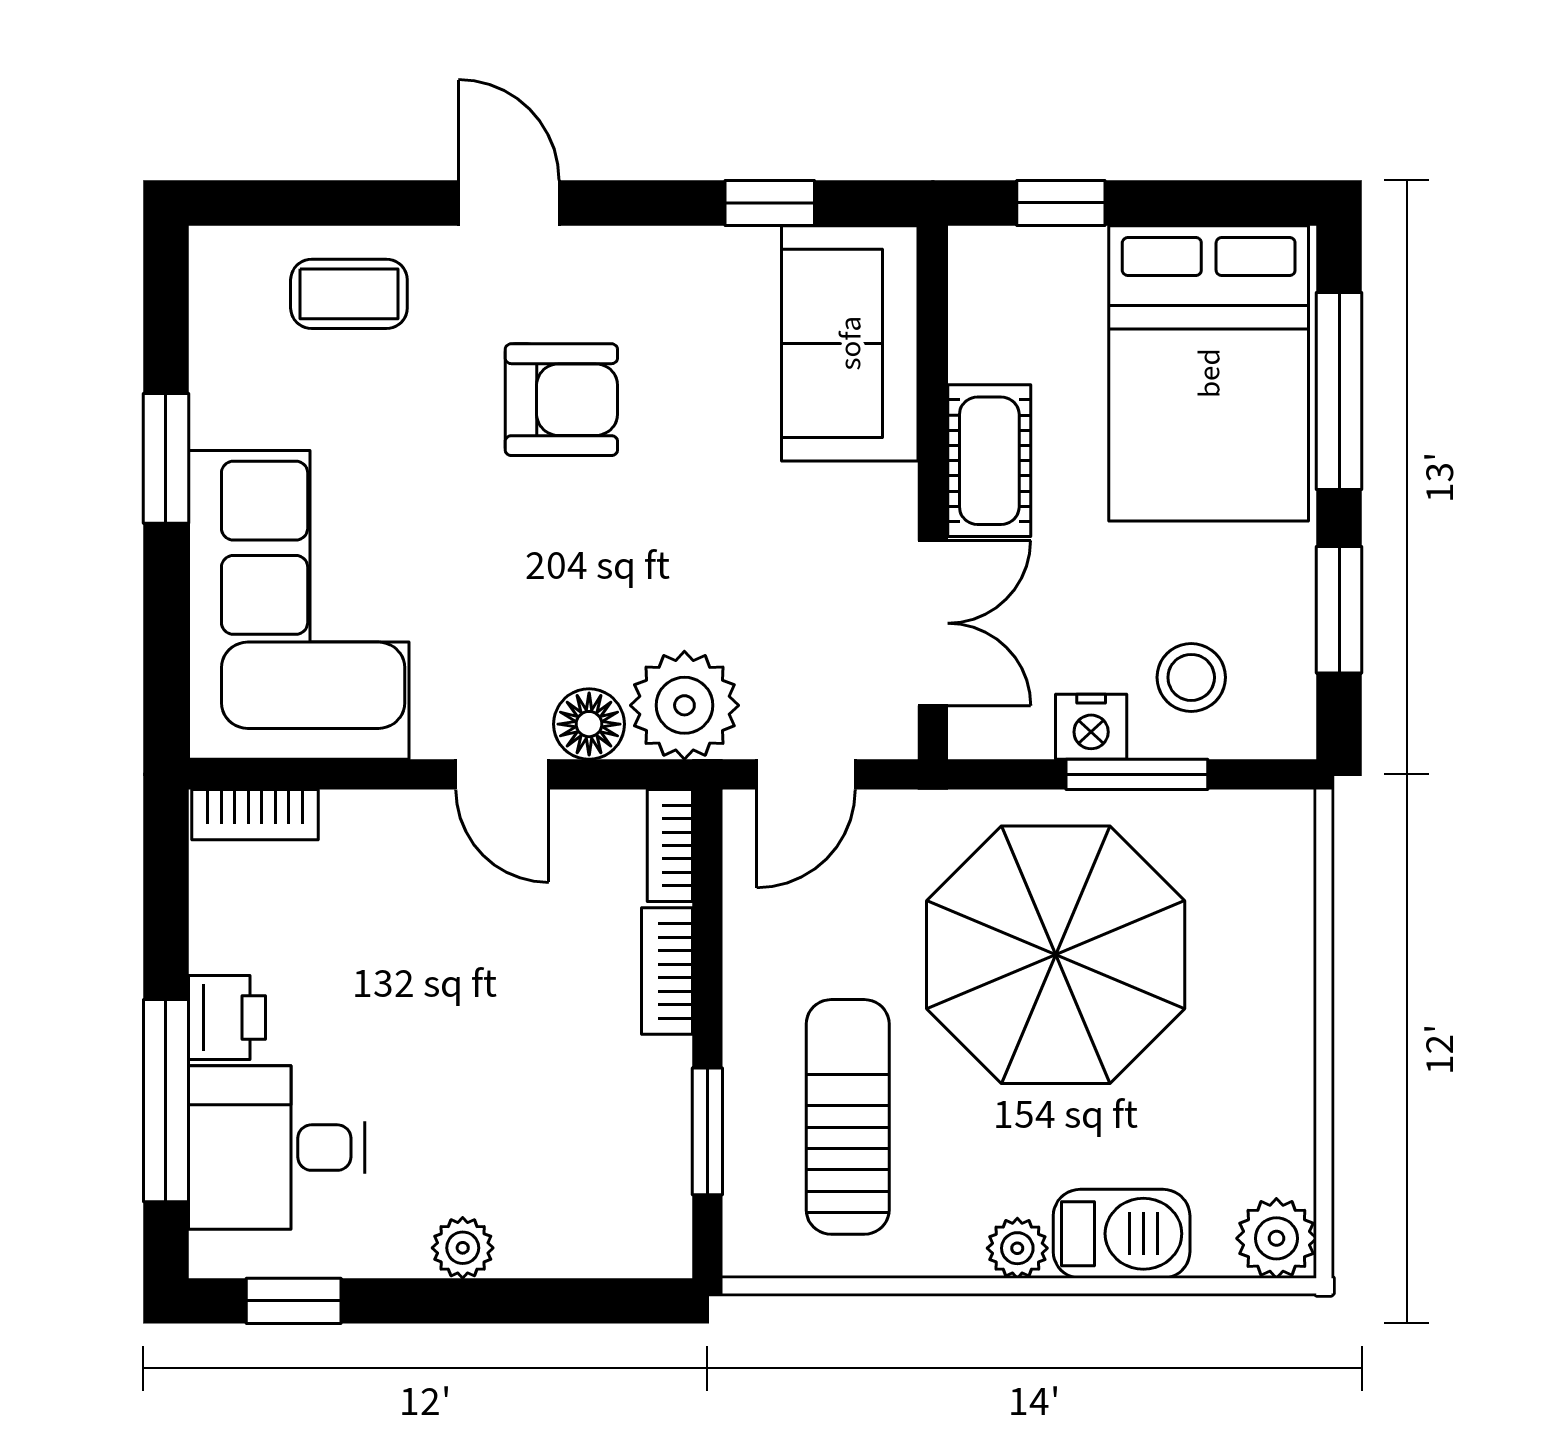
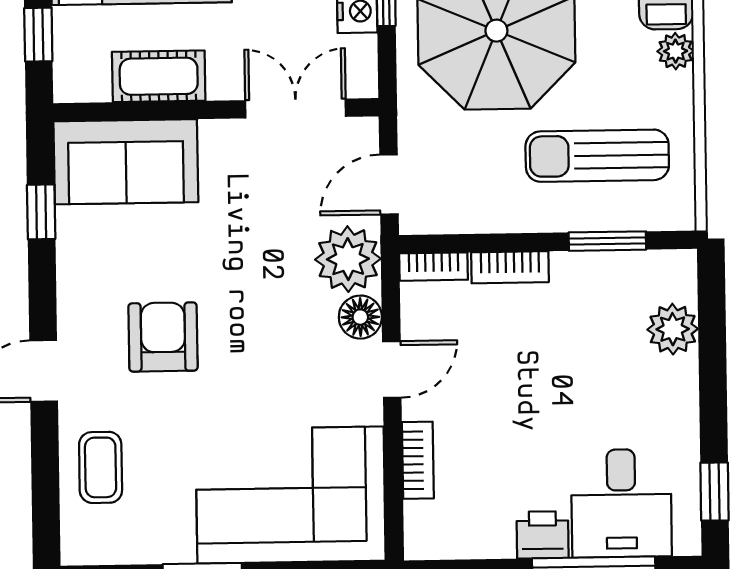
cot: (989, 461) -> (159, 76), moved
door: (806, 774) -> (389, 184), swing flipped
bookcase: (255, 815) -> (418, 460), moved
plant: (463, 1248) -> (673, 329), moved, width x1.38, depth x1.38

